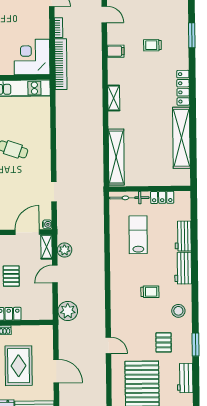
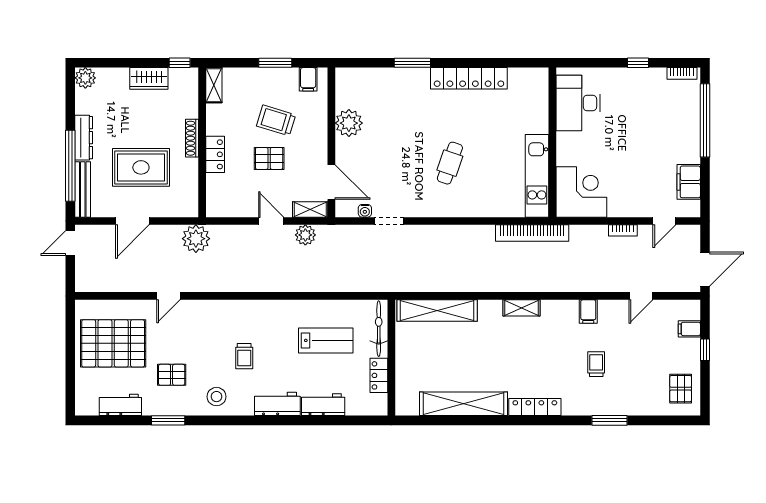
bookcase: (61, 64) -> (532, 233), moved
water cooler: (47, 224) -> (365, 211), moved
plant: (68, 311) -> (196, 239), moved

